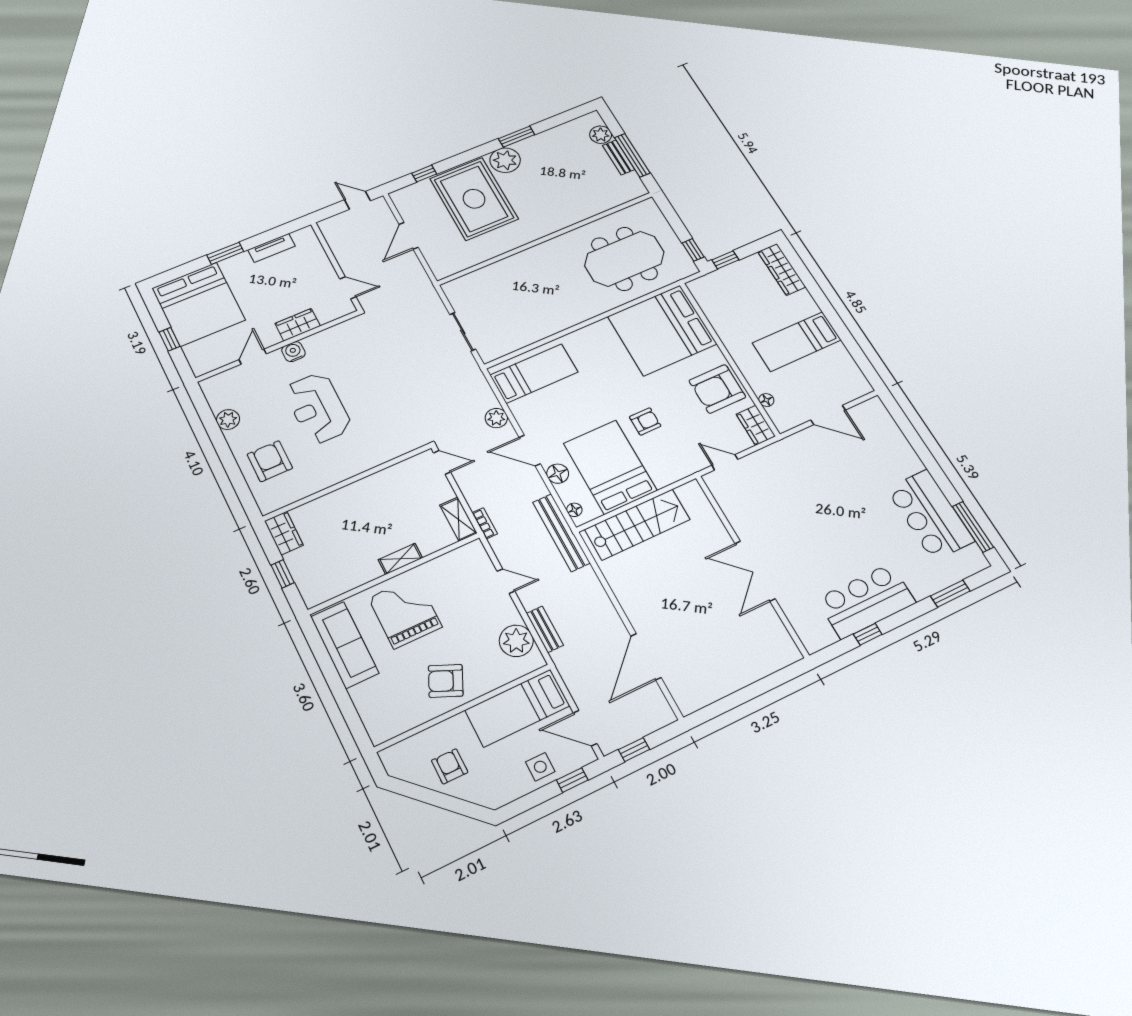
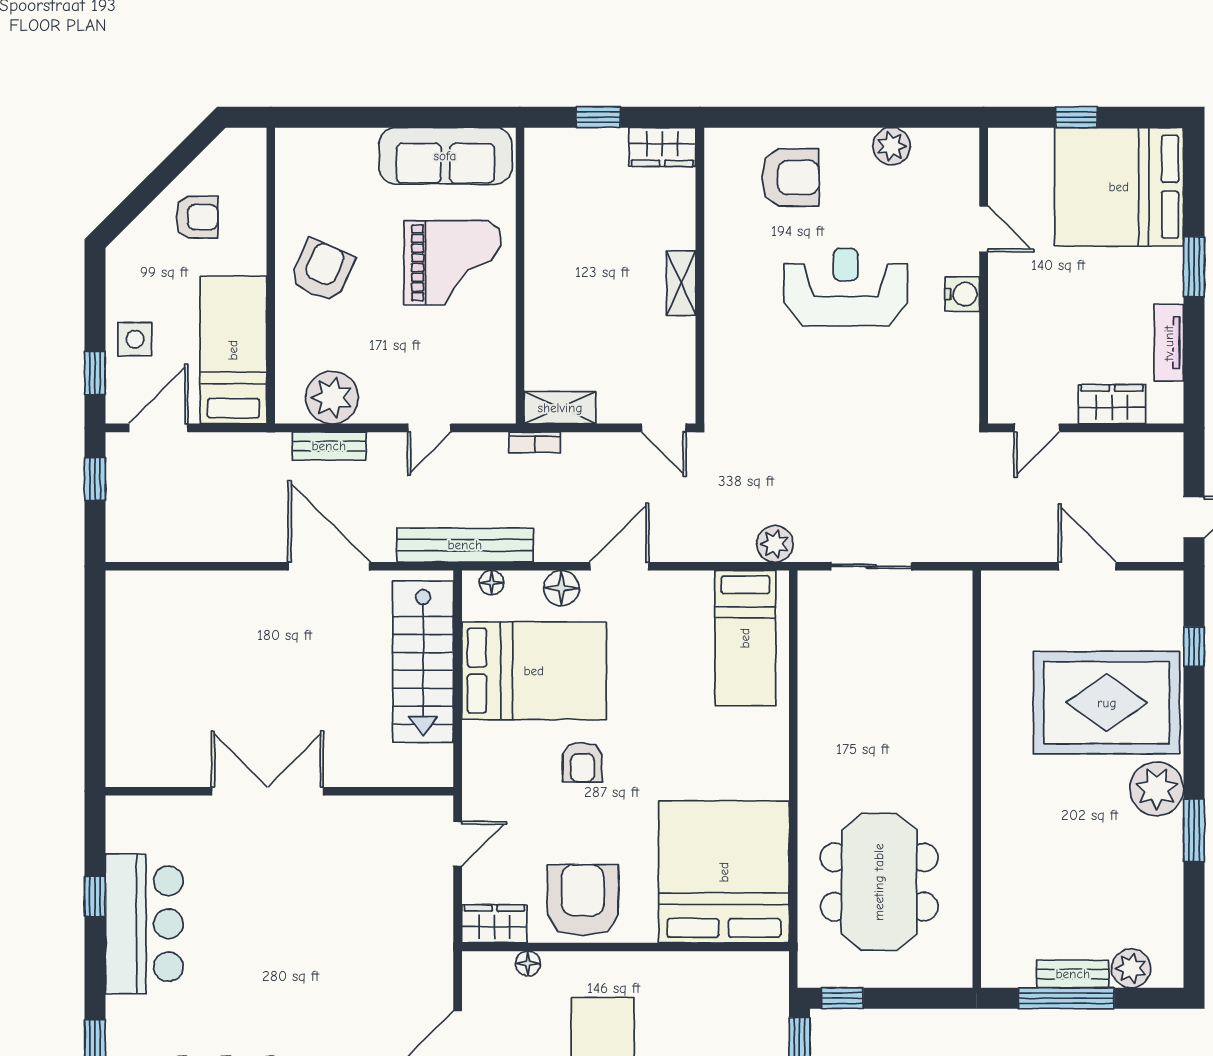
wardrobe: (298, 325) -> (1112, 404), moved, turned -90
plant: (496, 418) -> (775, 544), moved
door: (442, 462) -> (664, 428), hinge flipped
shelving: (400, 559) -> (681, 283), moved
door: (646, 657) -> (329, 566), moved

